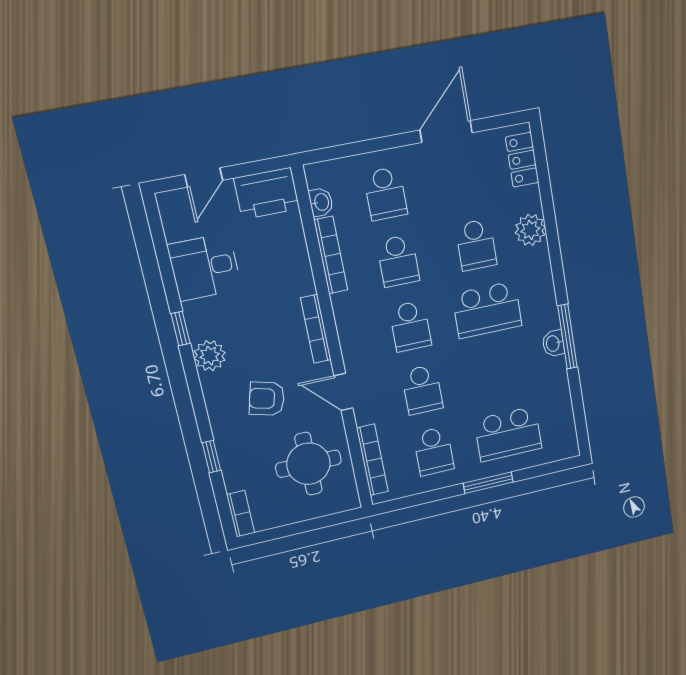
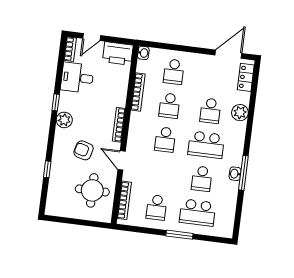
door: (446, 131) -> (228, 54), moved
washbasin: (321, 202) -> (143, 53), moved
school desk: (422, 390) -> (202, 179), moved
bookcase: (241, 514) -> (70, 49), moved

